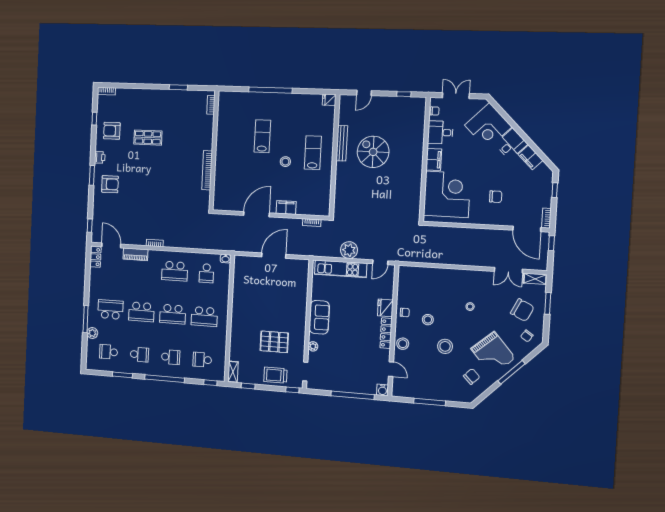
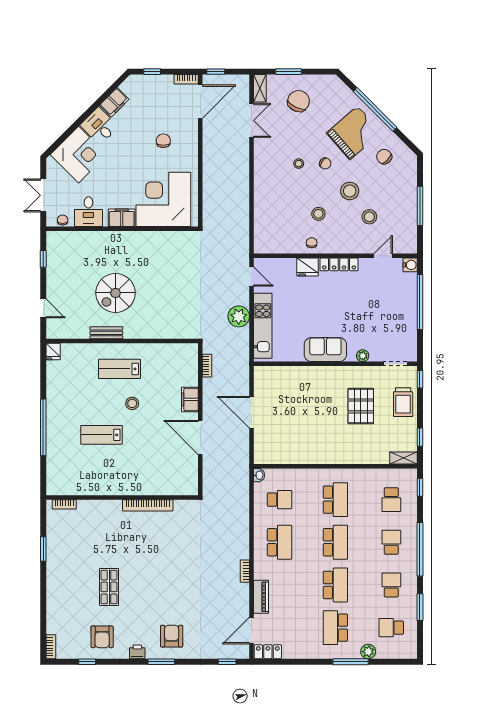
bench: (342, 143) -> (106, 333), width x0.73
chair: (527, 336) -> (325, 163), moved
stool: (403, 344) -> (369, 217), moved
school desk: (109, 352) -> (391, 628), turned 90
window: (511, 372) -> (375, 109), width x1.46

